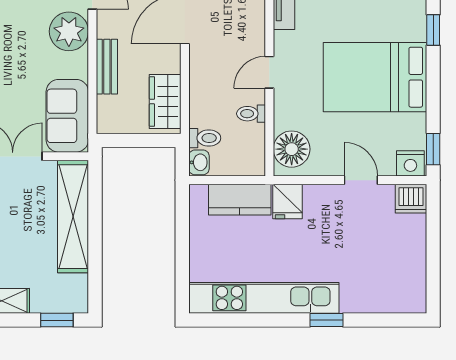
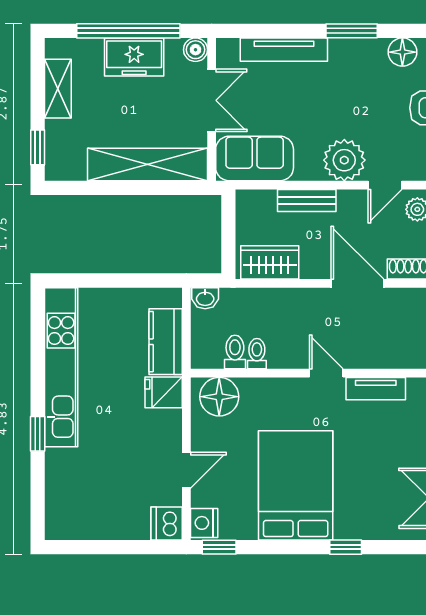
door: (269, 72) -> (326, 373), moved
toilet: (205, 138) -> (235, 352), moved, turned 180

